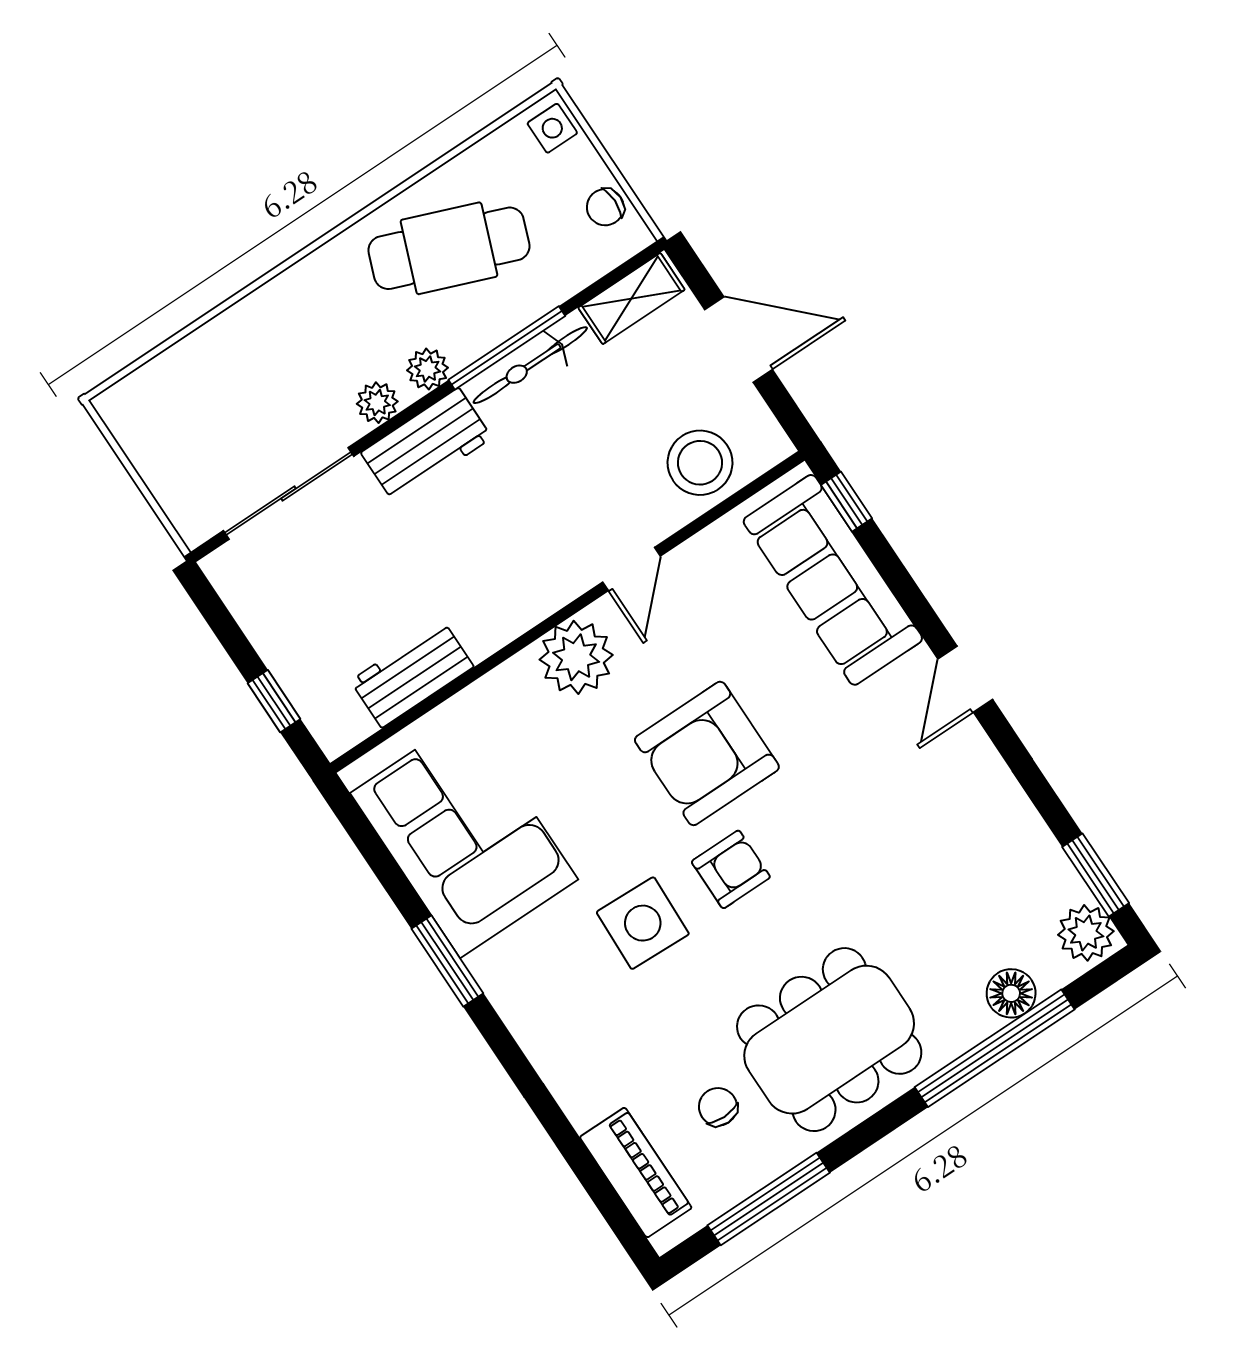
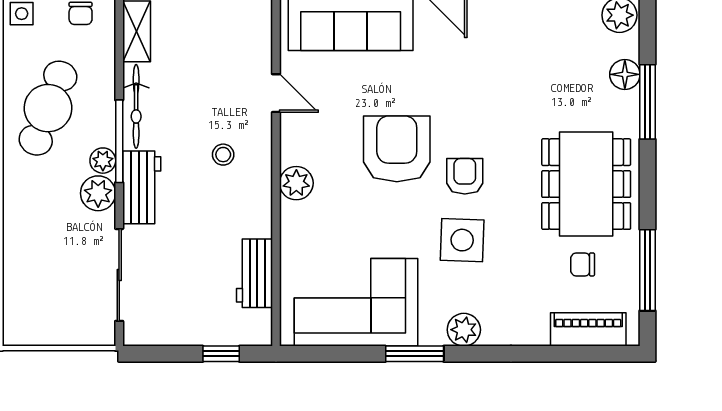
window: (507, 348) -> (119, 141), moved
plant: (377, 403) -> (98, 193), width x1.38, depth x1.38
stool: (700, 463) -> (223, 155), moved, width x0.53, depth x0.53
door: (631, 569) -> (276, 93), moved
plant: (576, 657) -> (296, 183), width x0.73, depth x0.73
armchair: (707, 753) -> (397, 149), turned 180
plant: (524, 1006) -> (464, 330), added
window: (995, 1048) -> (647, 102), width x0.68

